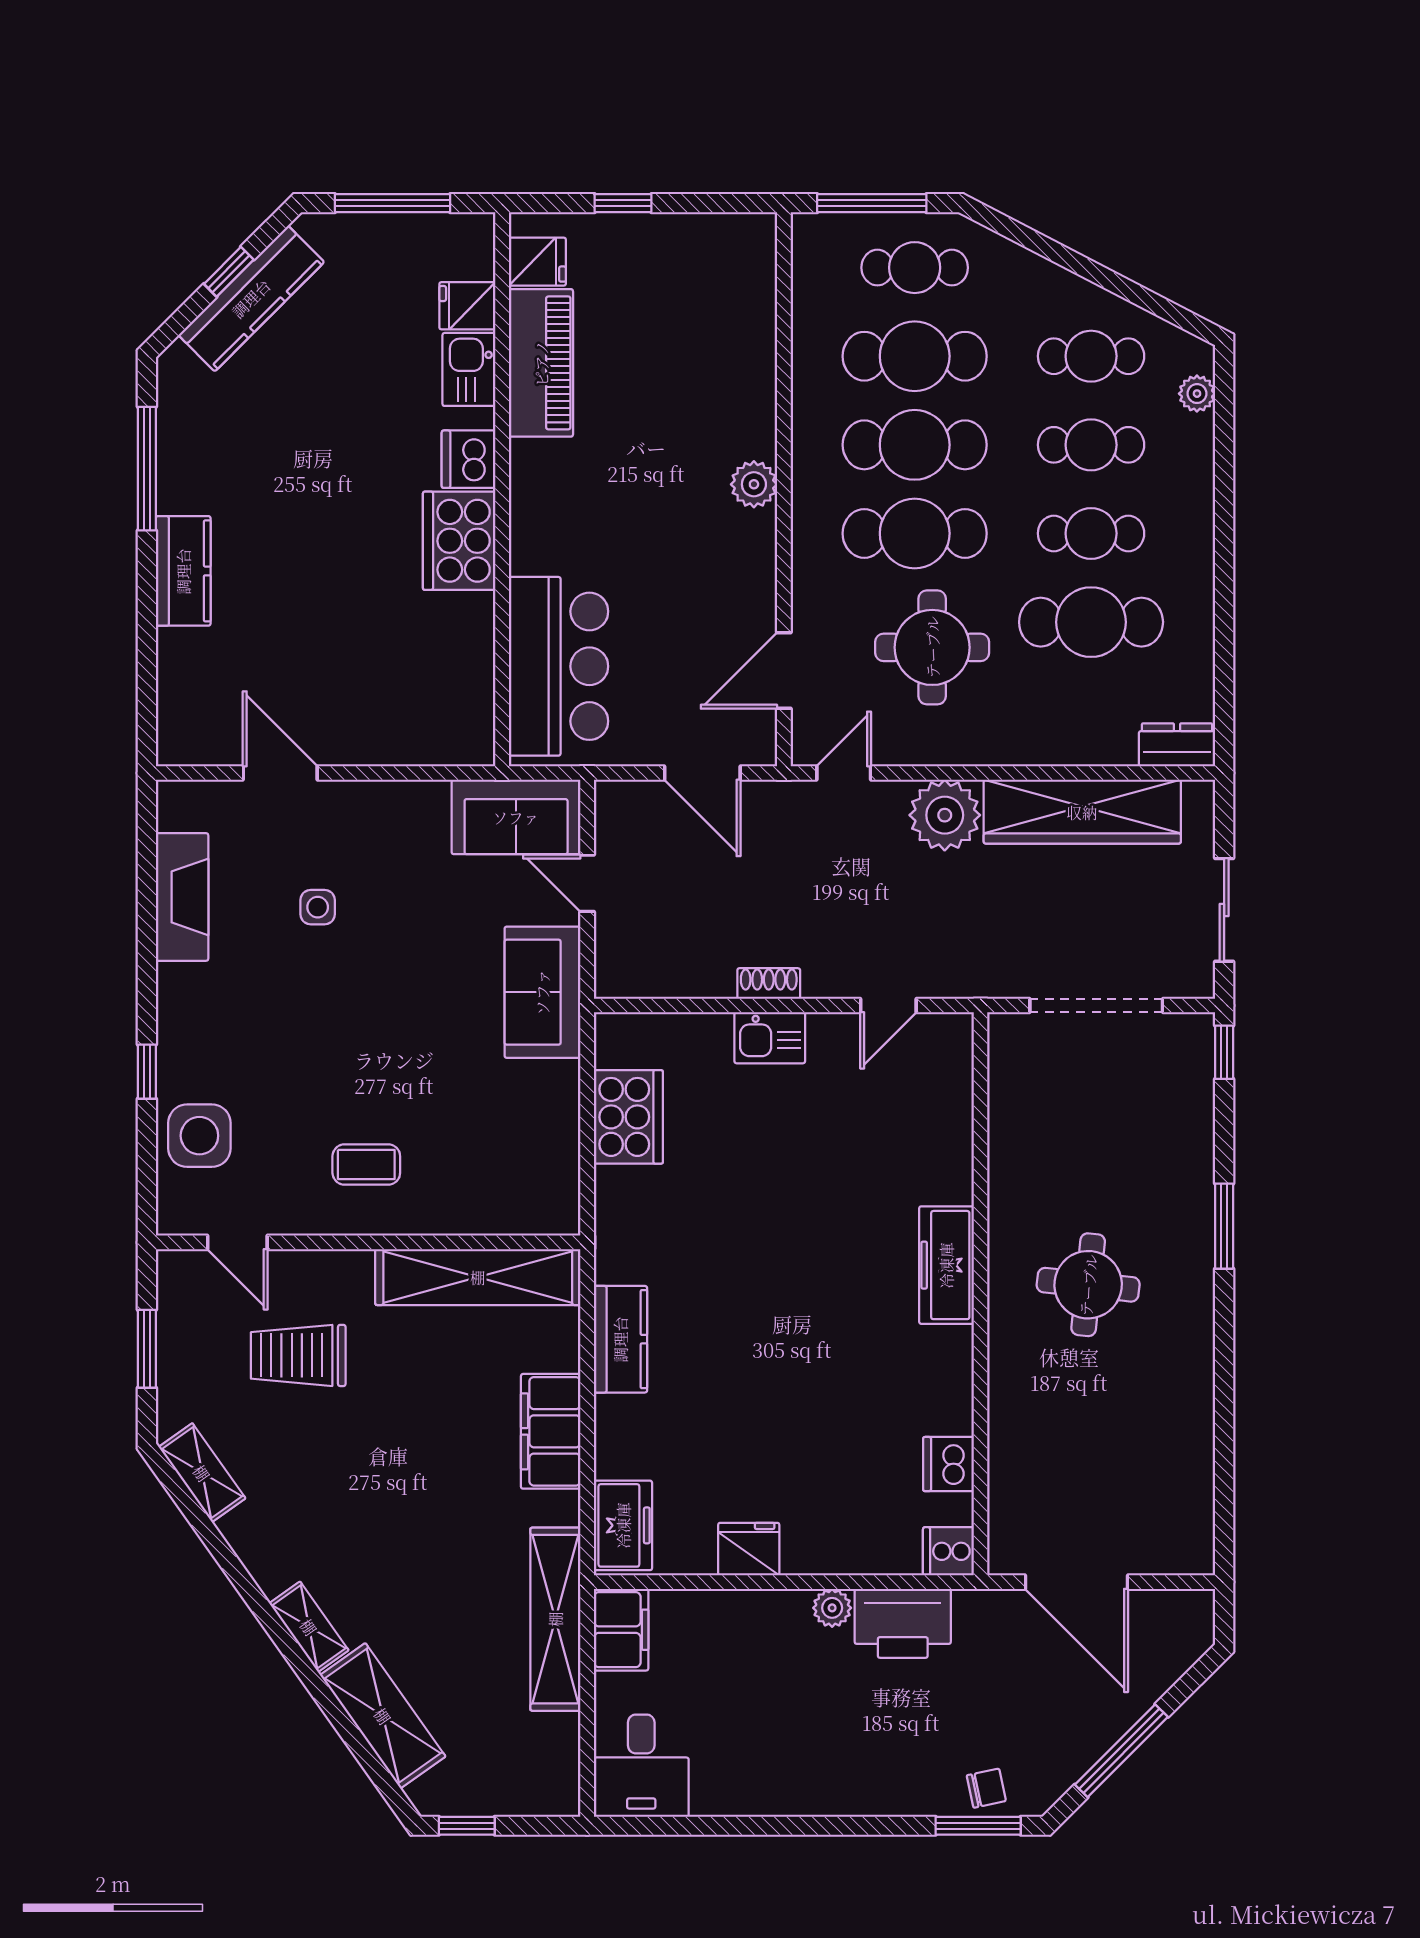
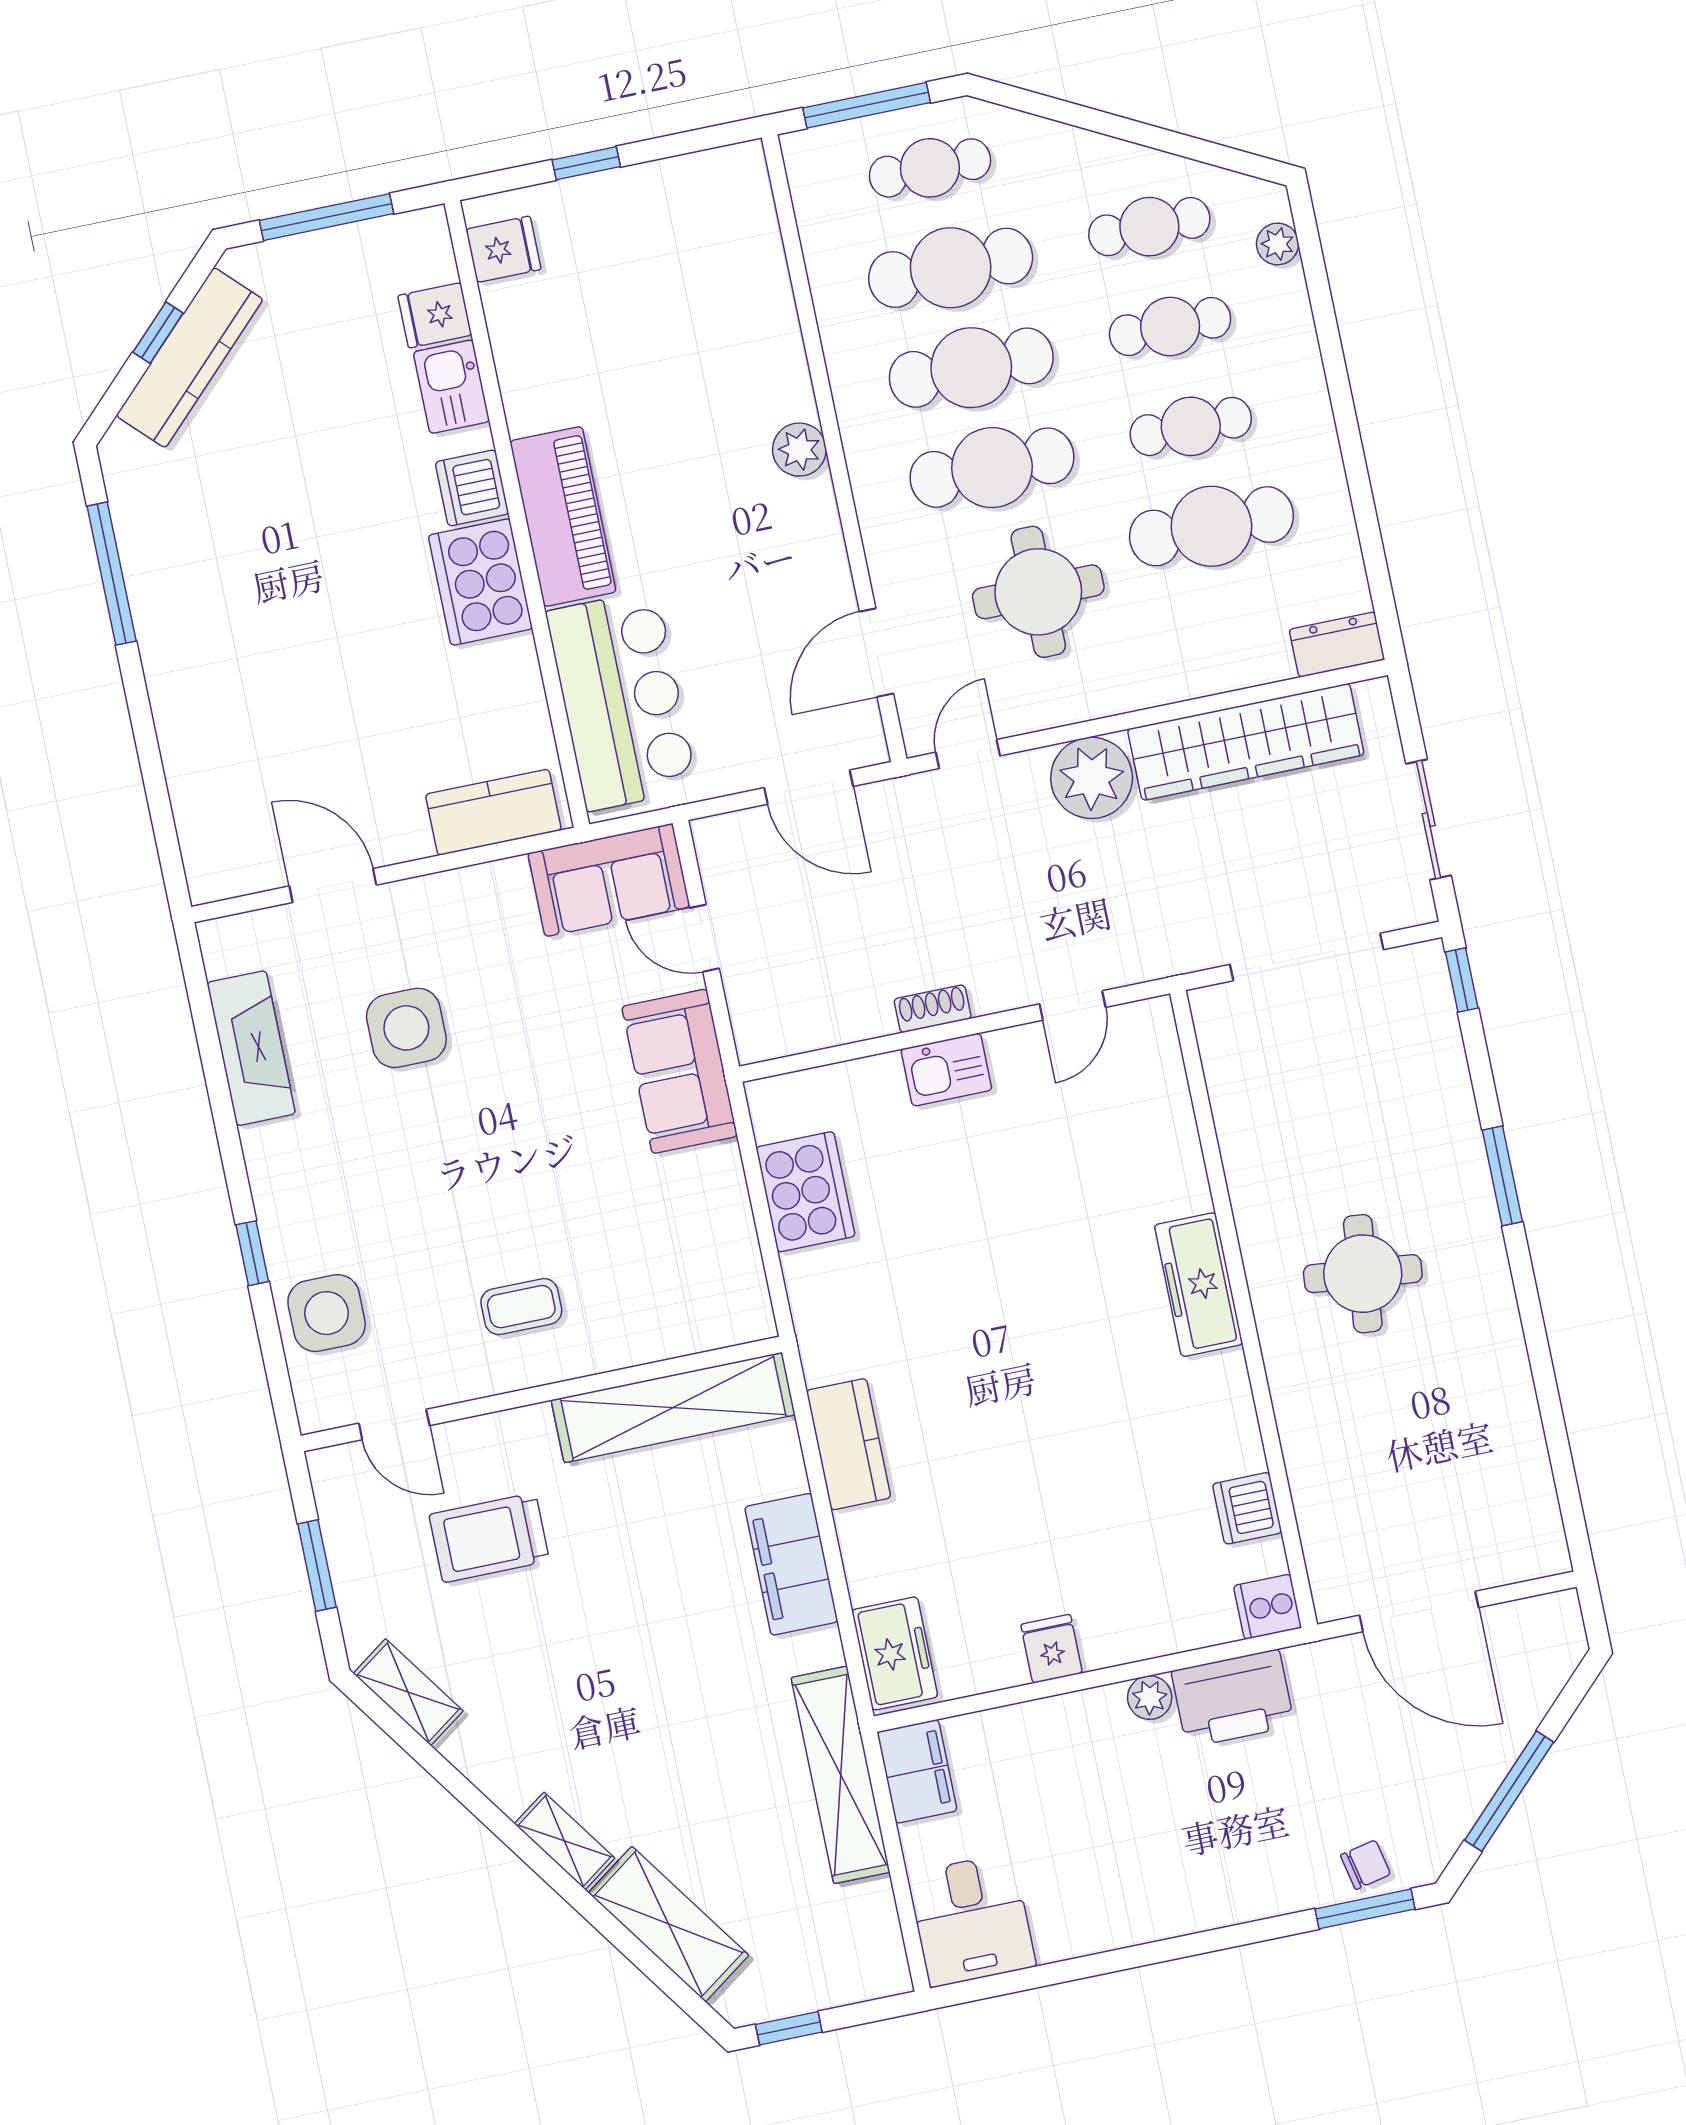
piano: (541, 363) -> (563, 517), moved
kitchen counter: (183, 571) -> (493, 812), moved, turned -90
side table: (318, 907) -> (406, 1028), width x1.87, depth x1.87
fridge: (749, 1549) -> (1052, 1649), width x0.72

